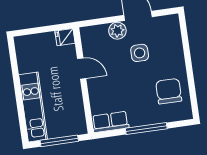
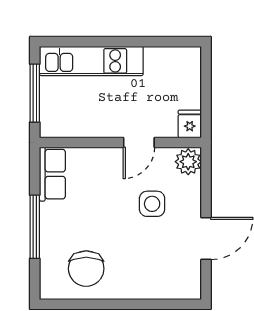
plant: (117, 31) -> (188, 162), moved
side table: (140, 53) -> (152, 204), moved
chair: (169, 91) -> (86, 269), turned 90

